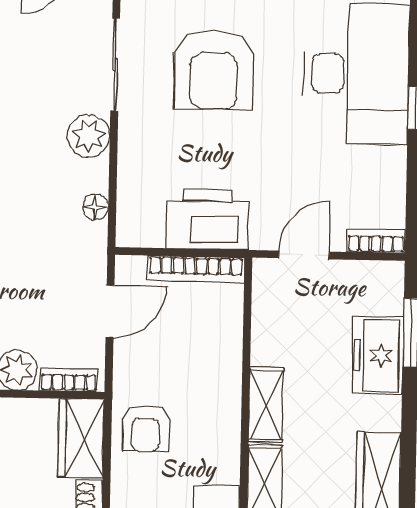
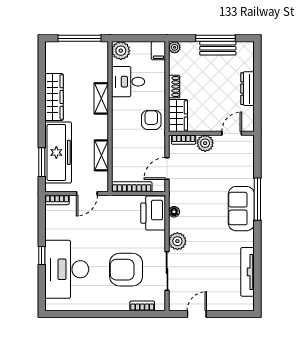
armchair: (214, 70) -> (126, 270), turned -90
printer: (207, 219) -> (153, 213), moved, turned 90
freezer: (378, 355) -> (58, 152), width x1.91, depth x1.26
shelving: (266, 405) -> (101, 155), moved

